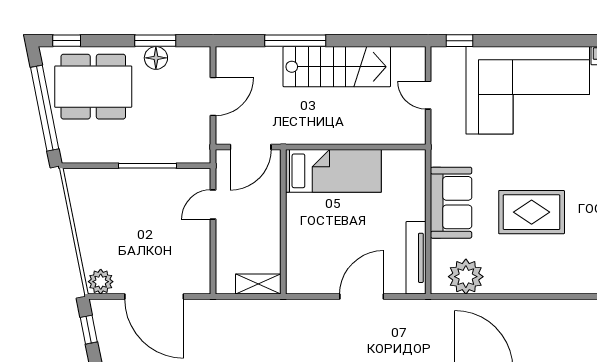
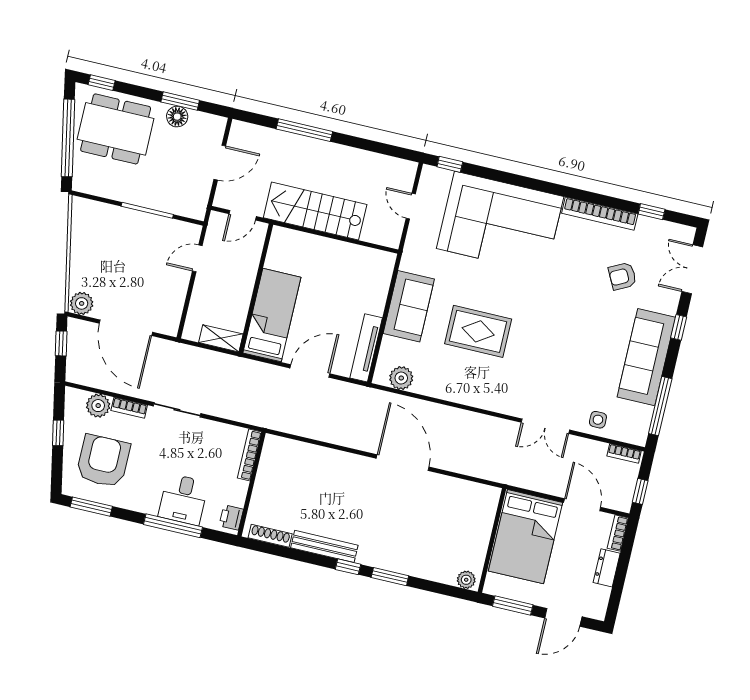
stairs: (337, 67) -> (315, 211), moved, turned 180
door: (251, 147) -> (243, 215), width x0.73
bed: (333, 171) -> (272, 315), moved, turned -90
plant: (466, 277) -> (401, 378), width x0.73, depth x0.73

